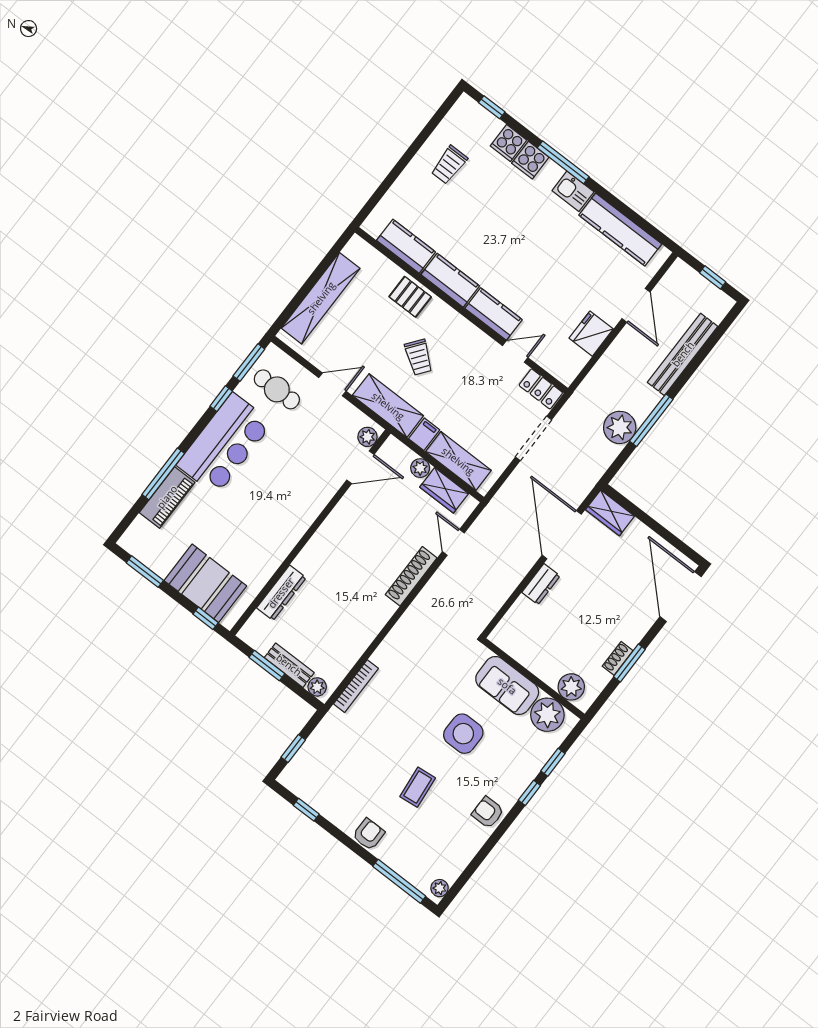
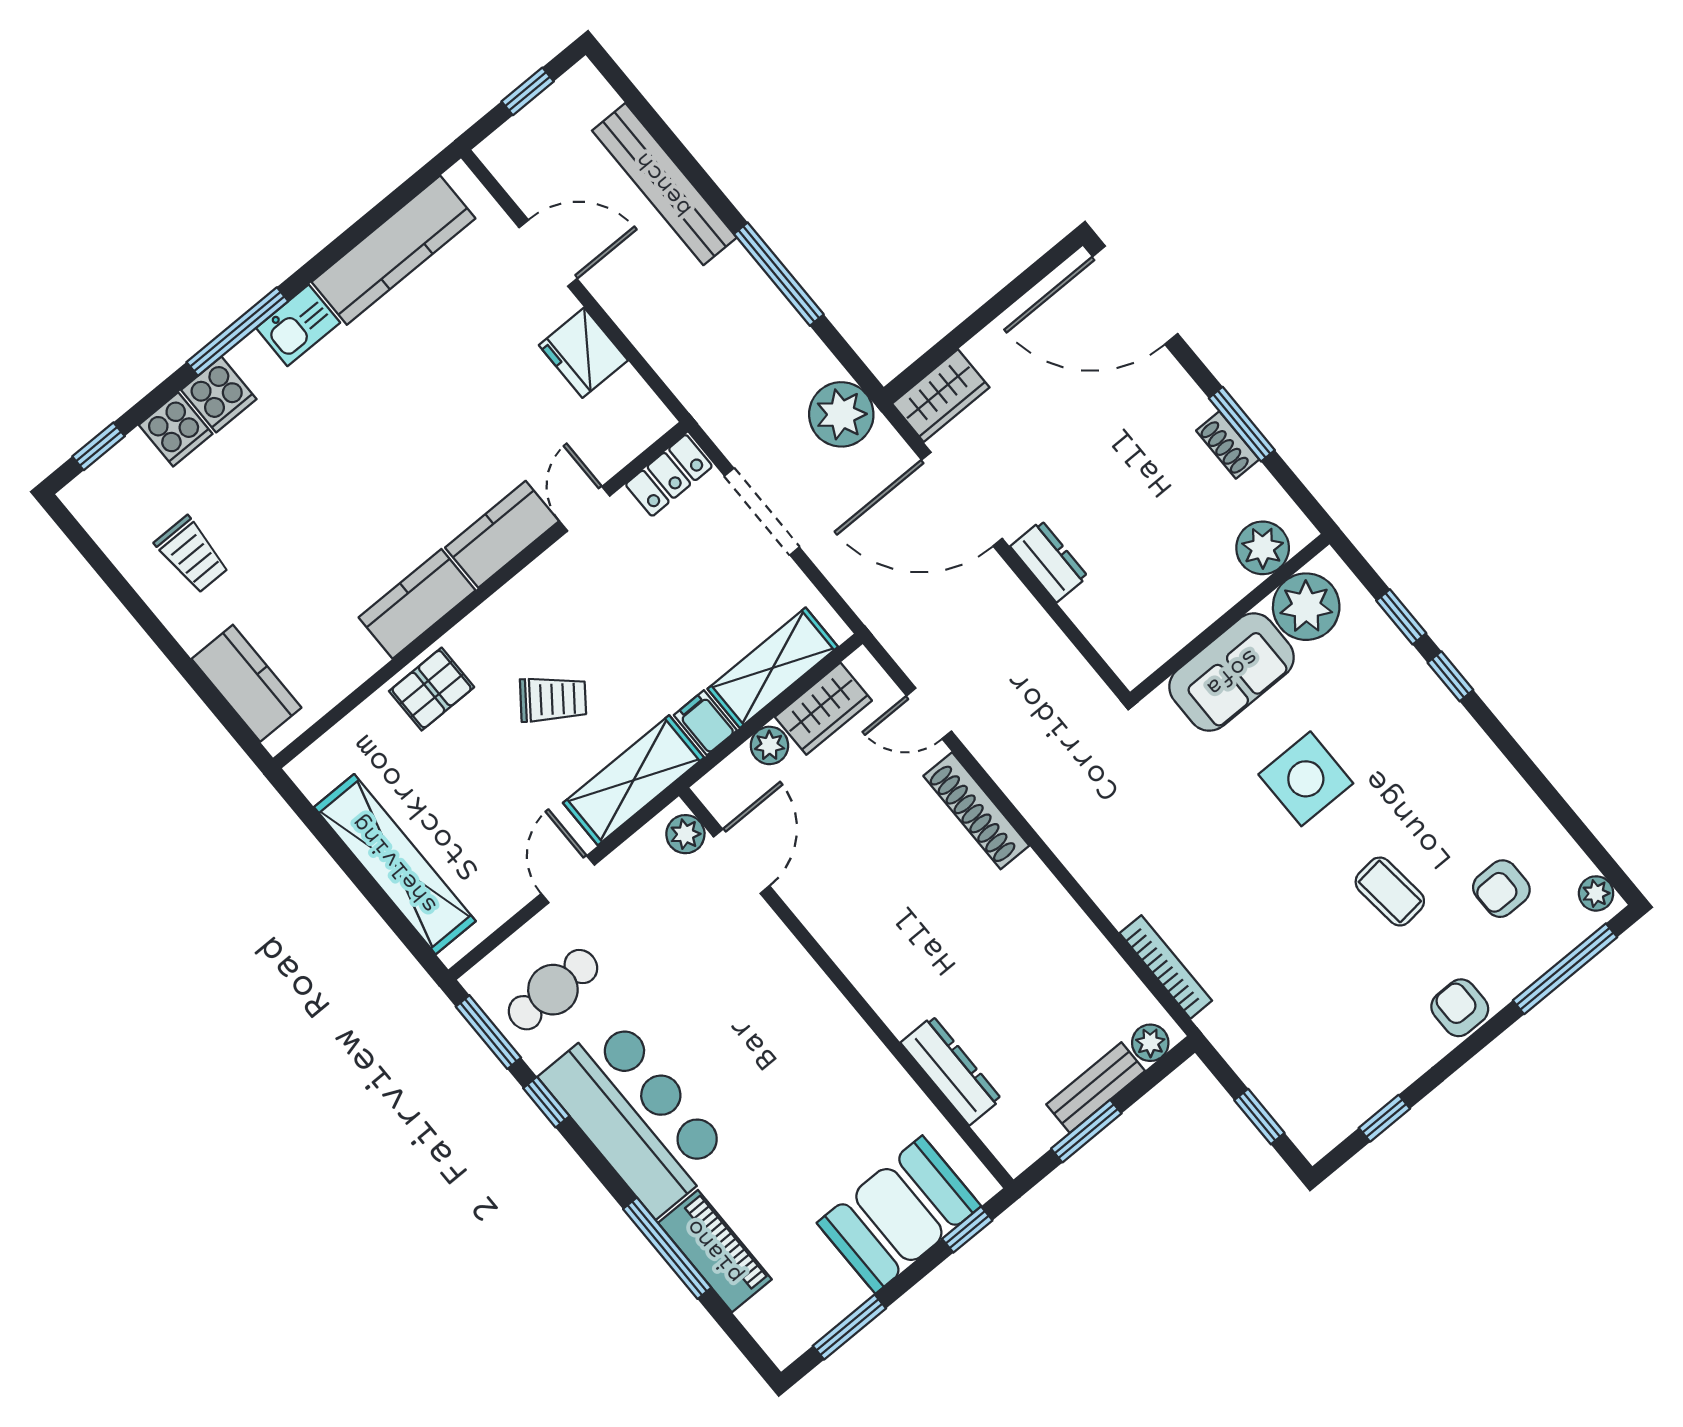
kitchen counter: (406, 246) -> (246, 683), moved, turned 90
plant: (620, 427) -> (841, 414), moved
armchair: (488, 812) -> (1501, 889), moved

